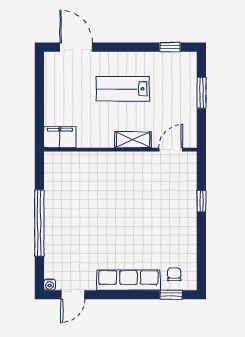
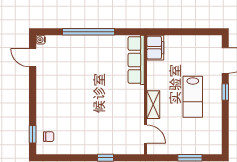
window: (170, 47) -> (225, 92), moved
lab bench: (123, 89) -> (193, 97), turned 180
row of seats: (129, 280) -> (136, 60), moved, turned 180

